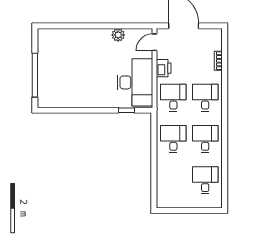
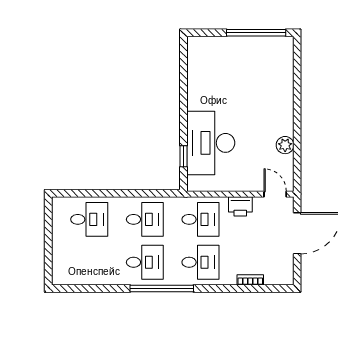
window: (35, 75) -> (256, 33), moved
desk: (135, 82) -> (211, 143), moved, turned 90
window: (225, 126) -> (162, 288), added
desk: (205, 180) -> (89, 219), moved

